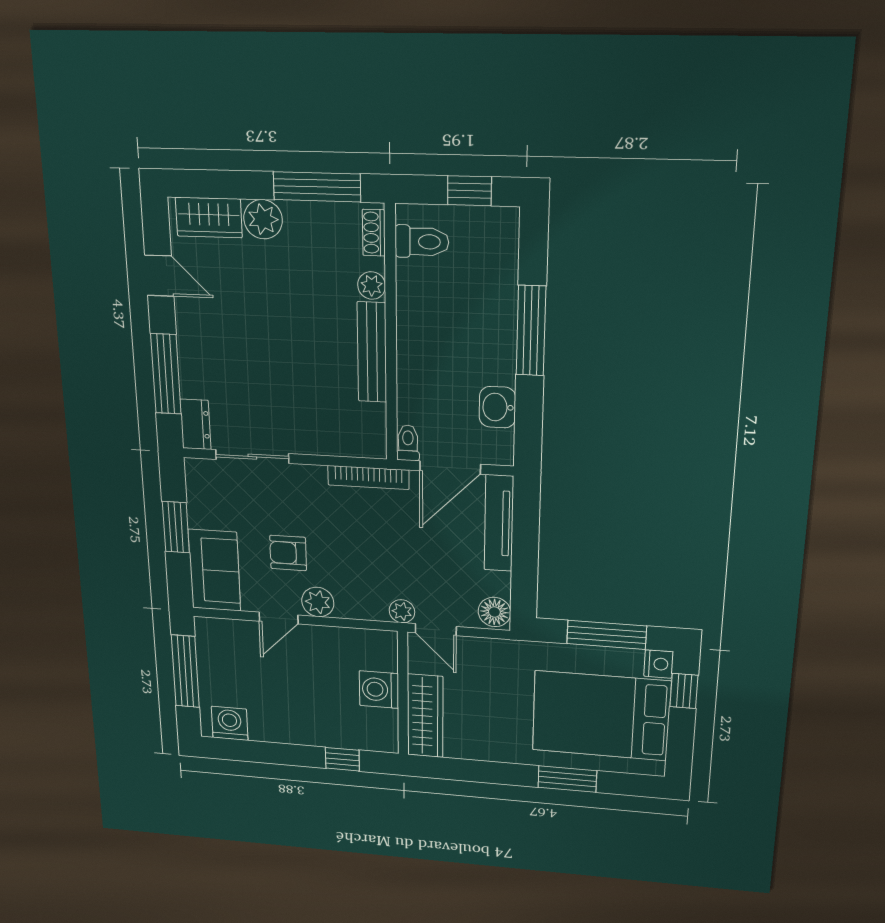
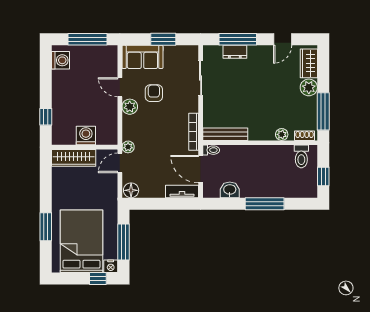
bench: (372, 352) -> (225, 134), moved
dresser: (195, 424) -> (235, 52), moved
tv unit: (499, 523) -> (182, 192), width x0.71

